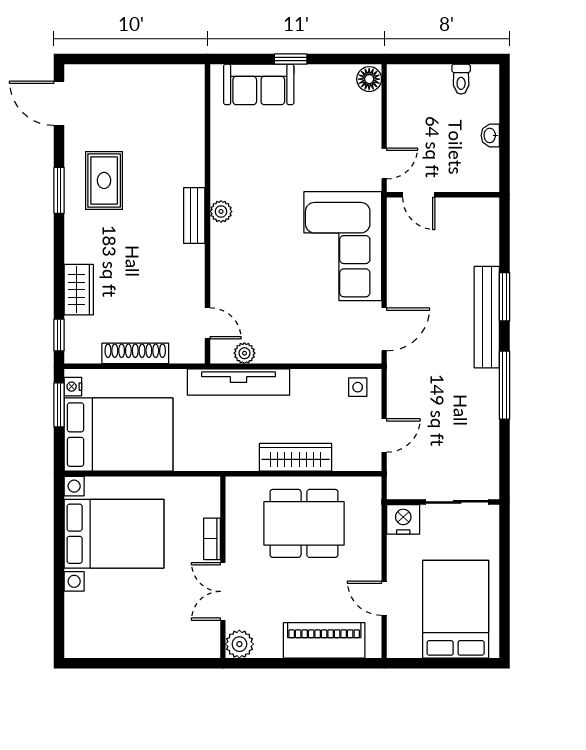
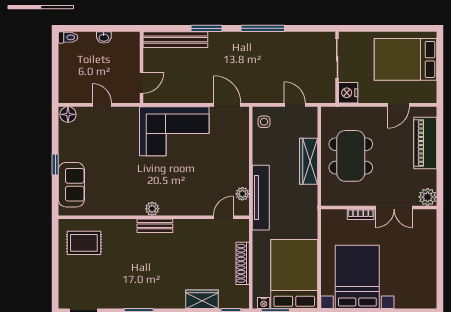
toilet: (461, 79) -> (68, 37), moved
door: (384, 164) -> (102, 105), moved
rug: (104, 180) -> (84, 243), moved
bench: (487, 317) -> (175, 40), moved

